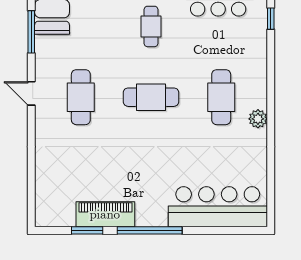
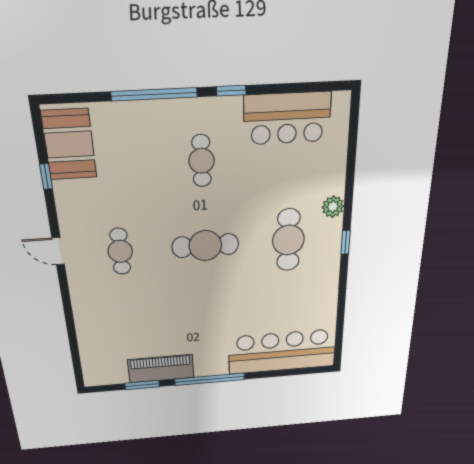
window: (271, 19) -> (345, 242), moved
window: (31, 32) -> (46, 177), width x0.46
cafe table: (81, 97) -> (120, 251), width x0.73, depth x0.74
plant: (258, 119) -> (333, 207), moved

